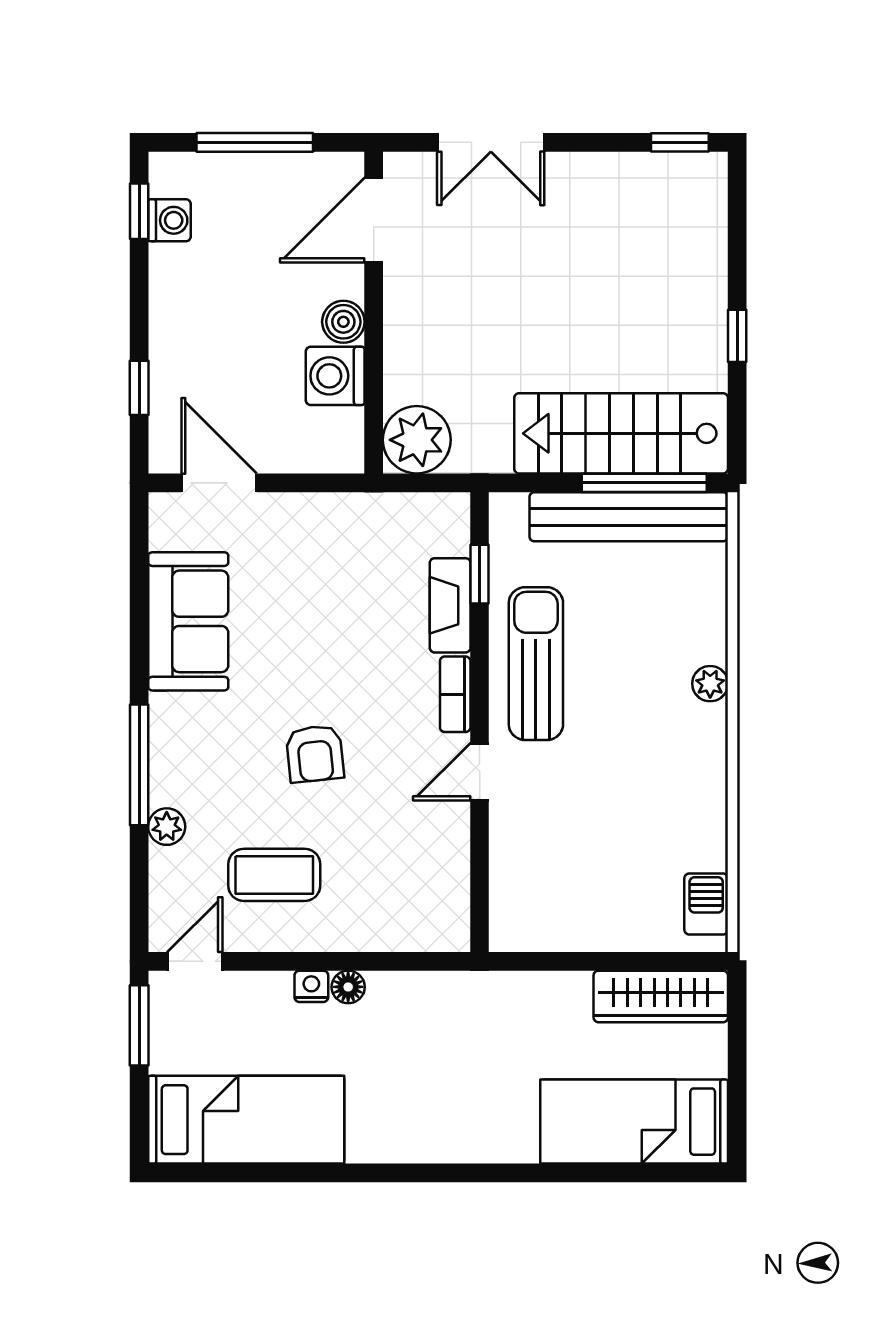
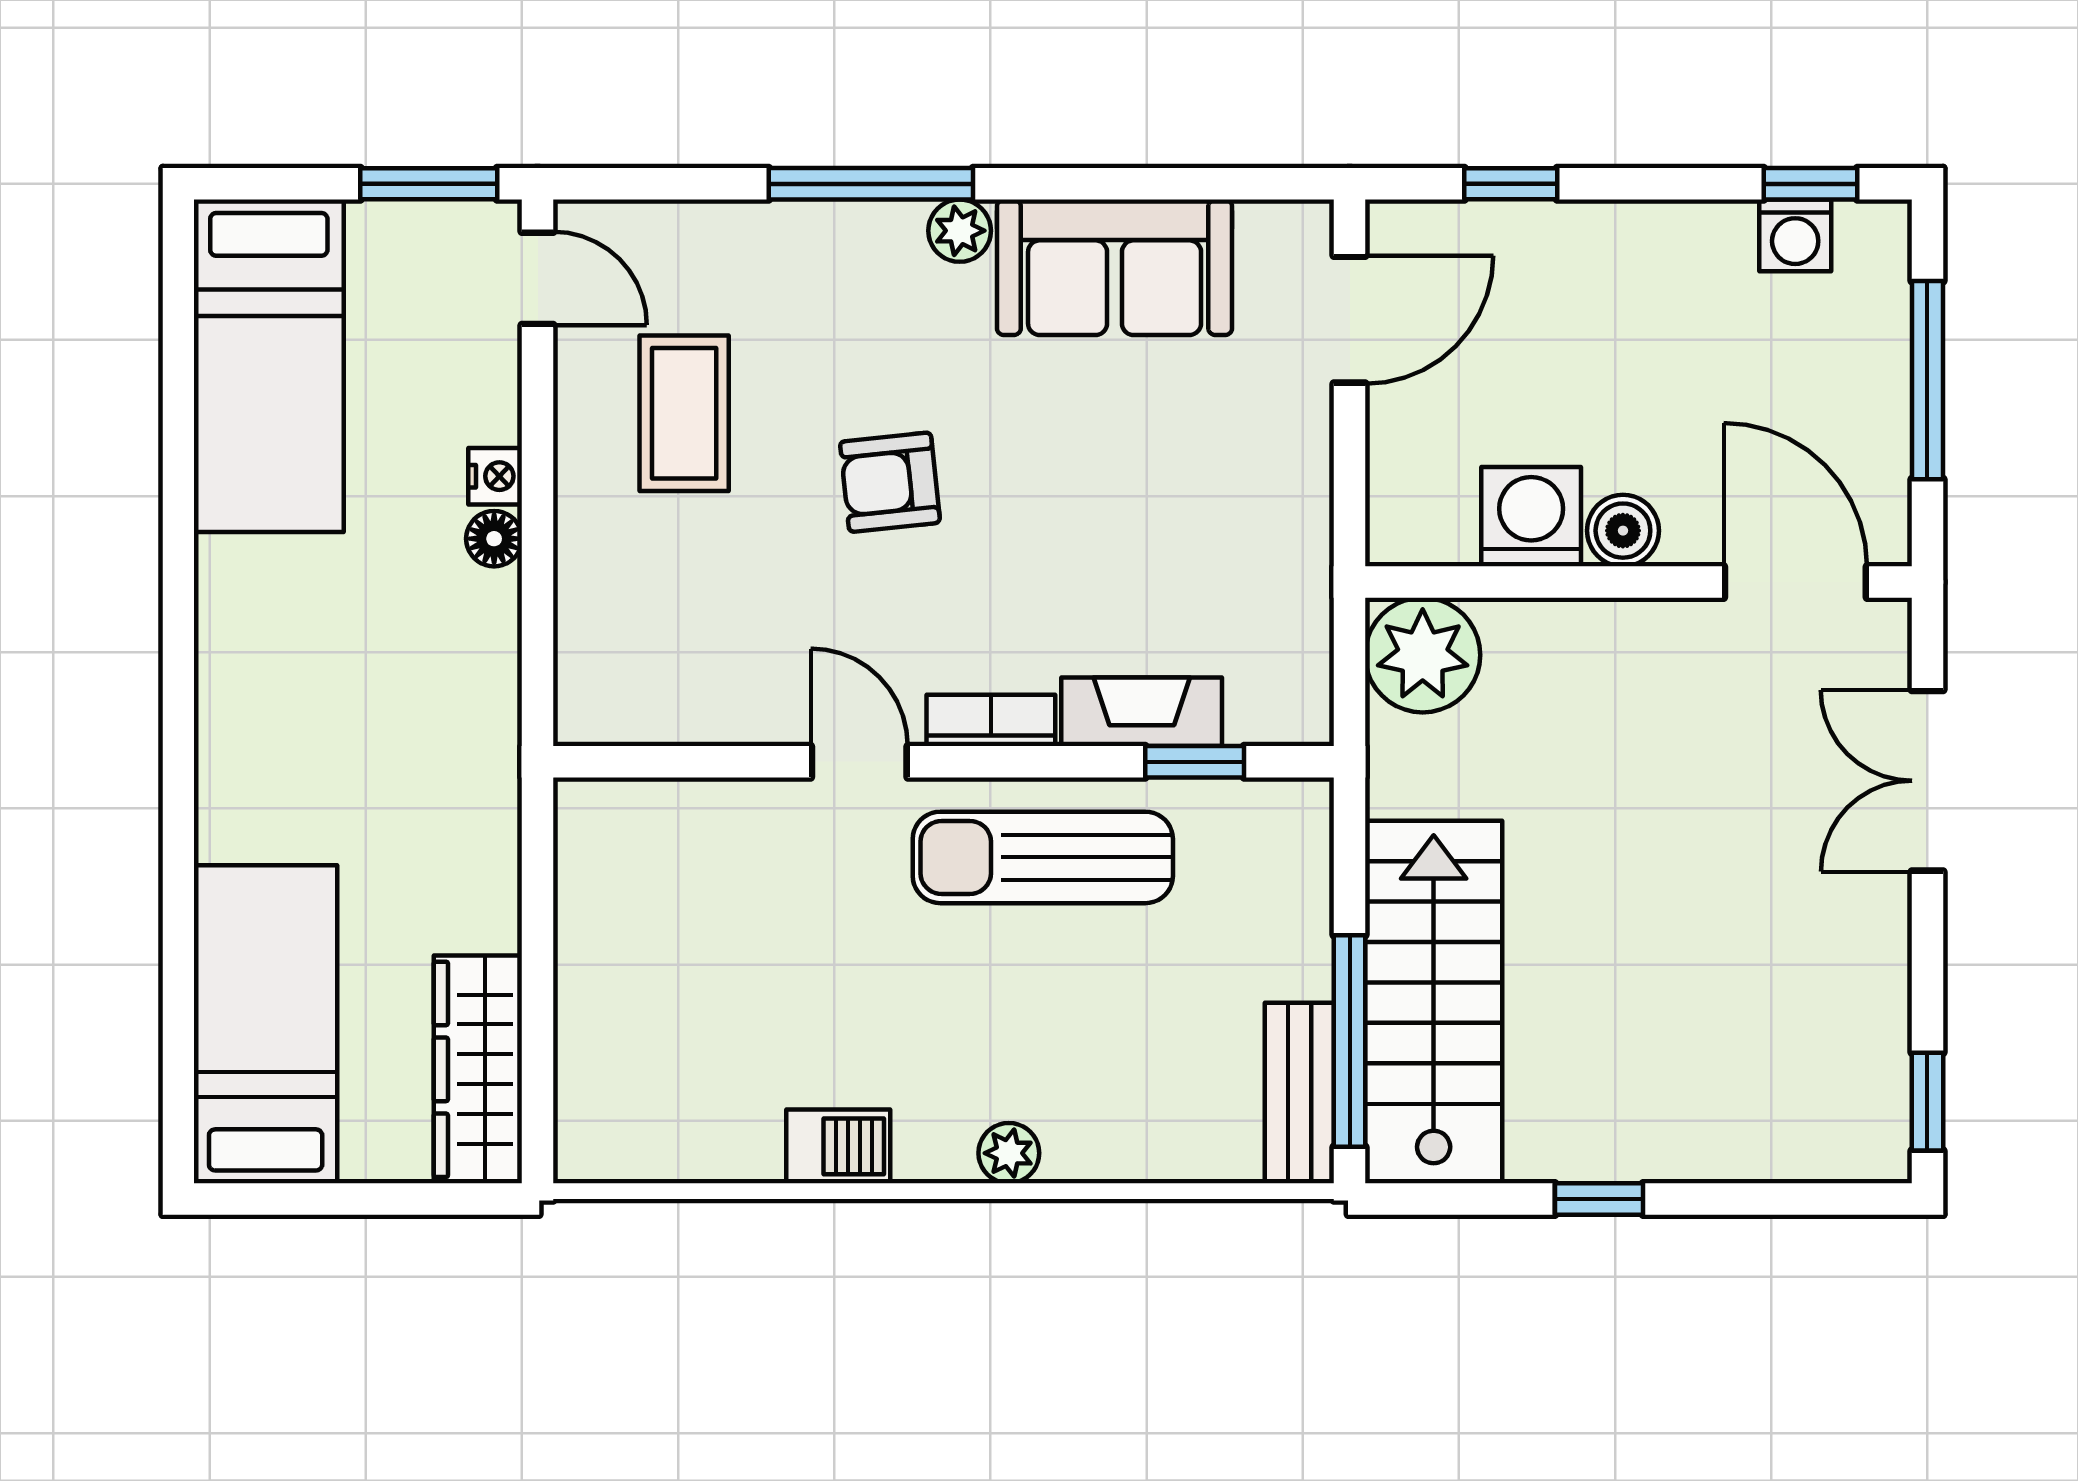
bench: (629, 517) -> (1299, 1093), width x0.54, depth x0.82
sun lounger: (536, 664) -> (1043, 857), turned 180
plant: (167, 827) -> (960, 231), moved
barbecue: (706, 904) -> (838, 1146), moved

